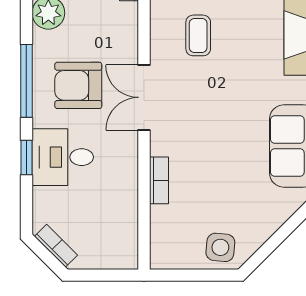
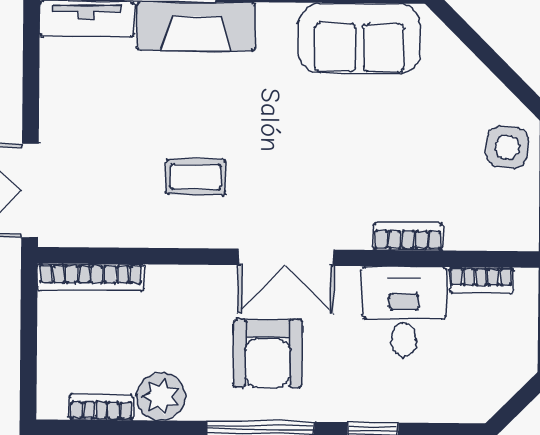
desk: (63, 157) -> (404, 312), moved, turned 180
bookcase: (56, 246) -> (481, 280), moved, turned -135

